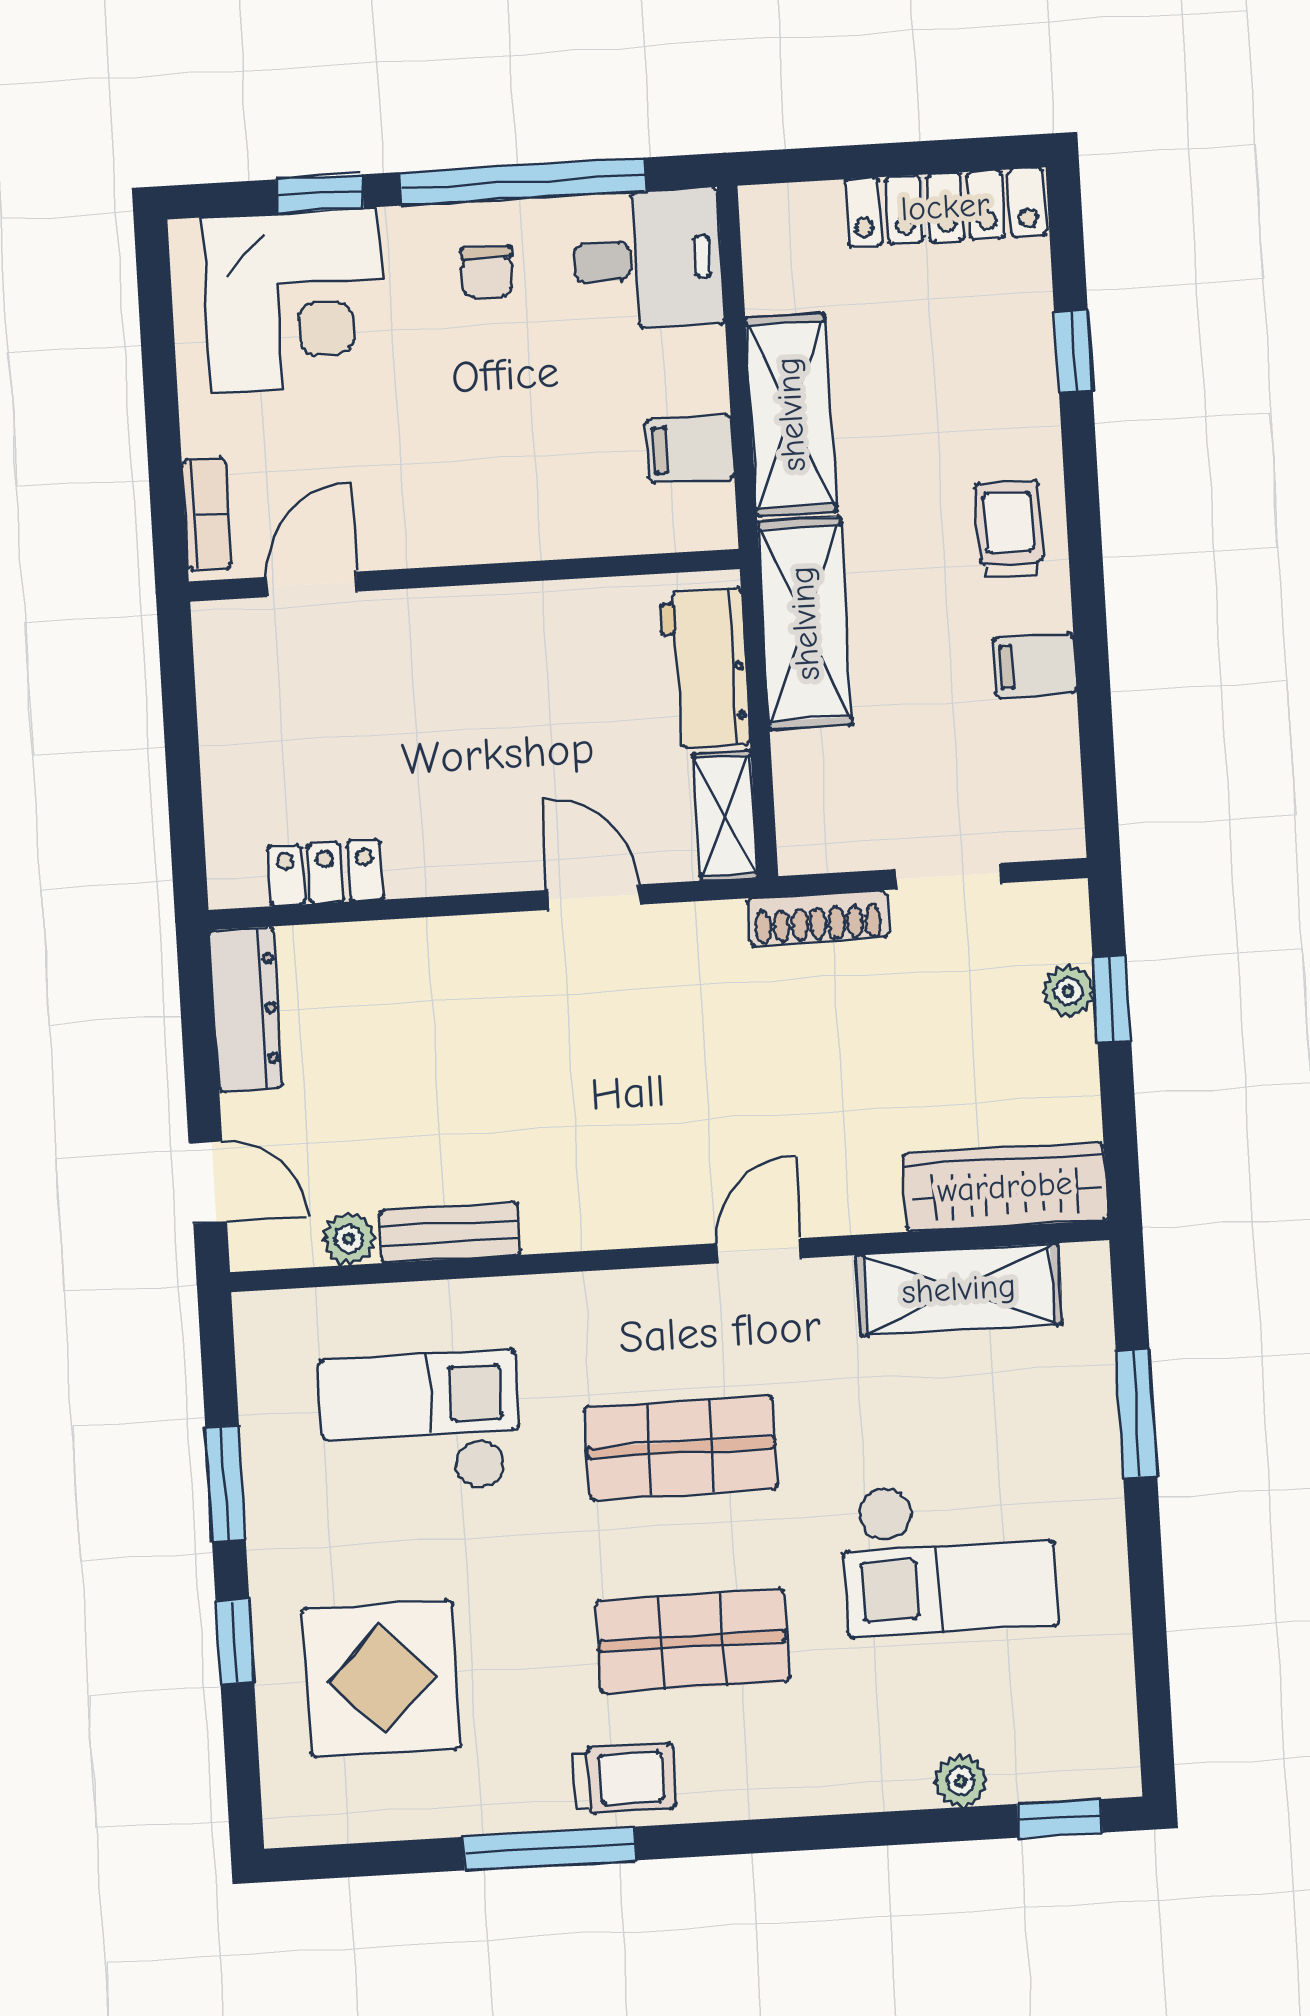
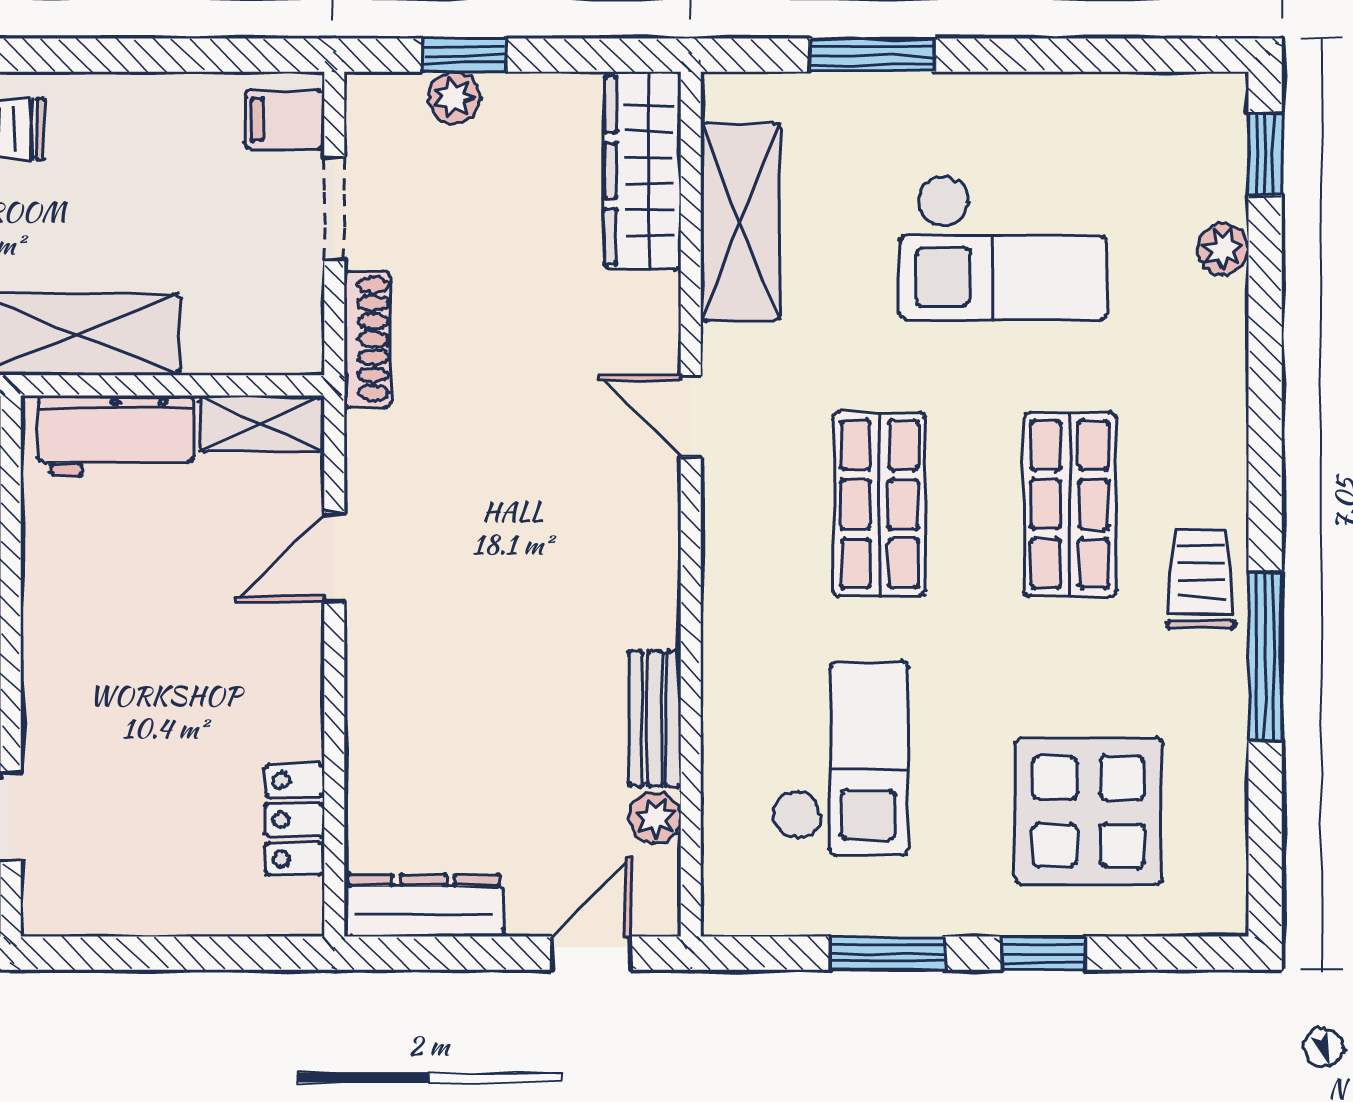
filing cabinet: (1035, 665) -> (285, 120), moved, turned 90
checkout: (420, 1424) -> (841, 759), turned 180
checkout: (949, 1558) -> (1003, 247), turned 90

